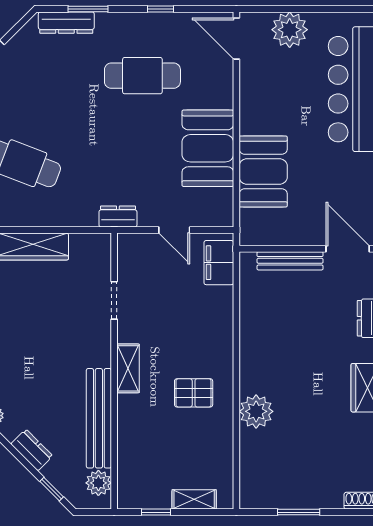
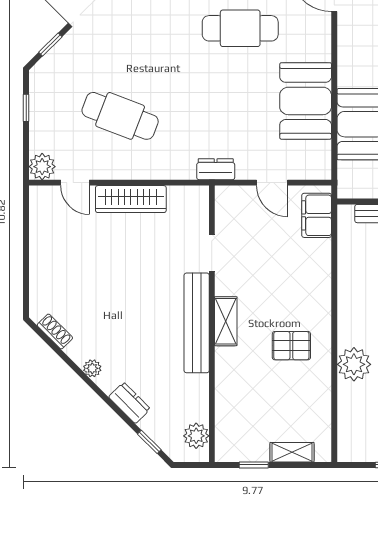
bench: (99, 418) -> (197, 323), moved

